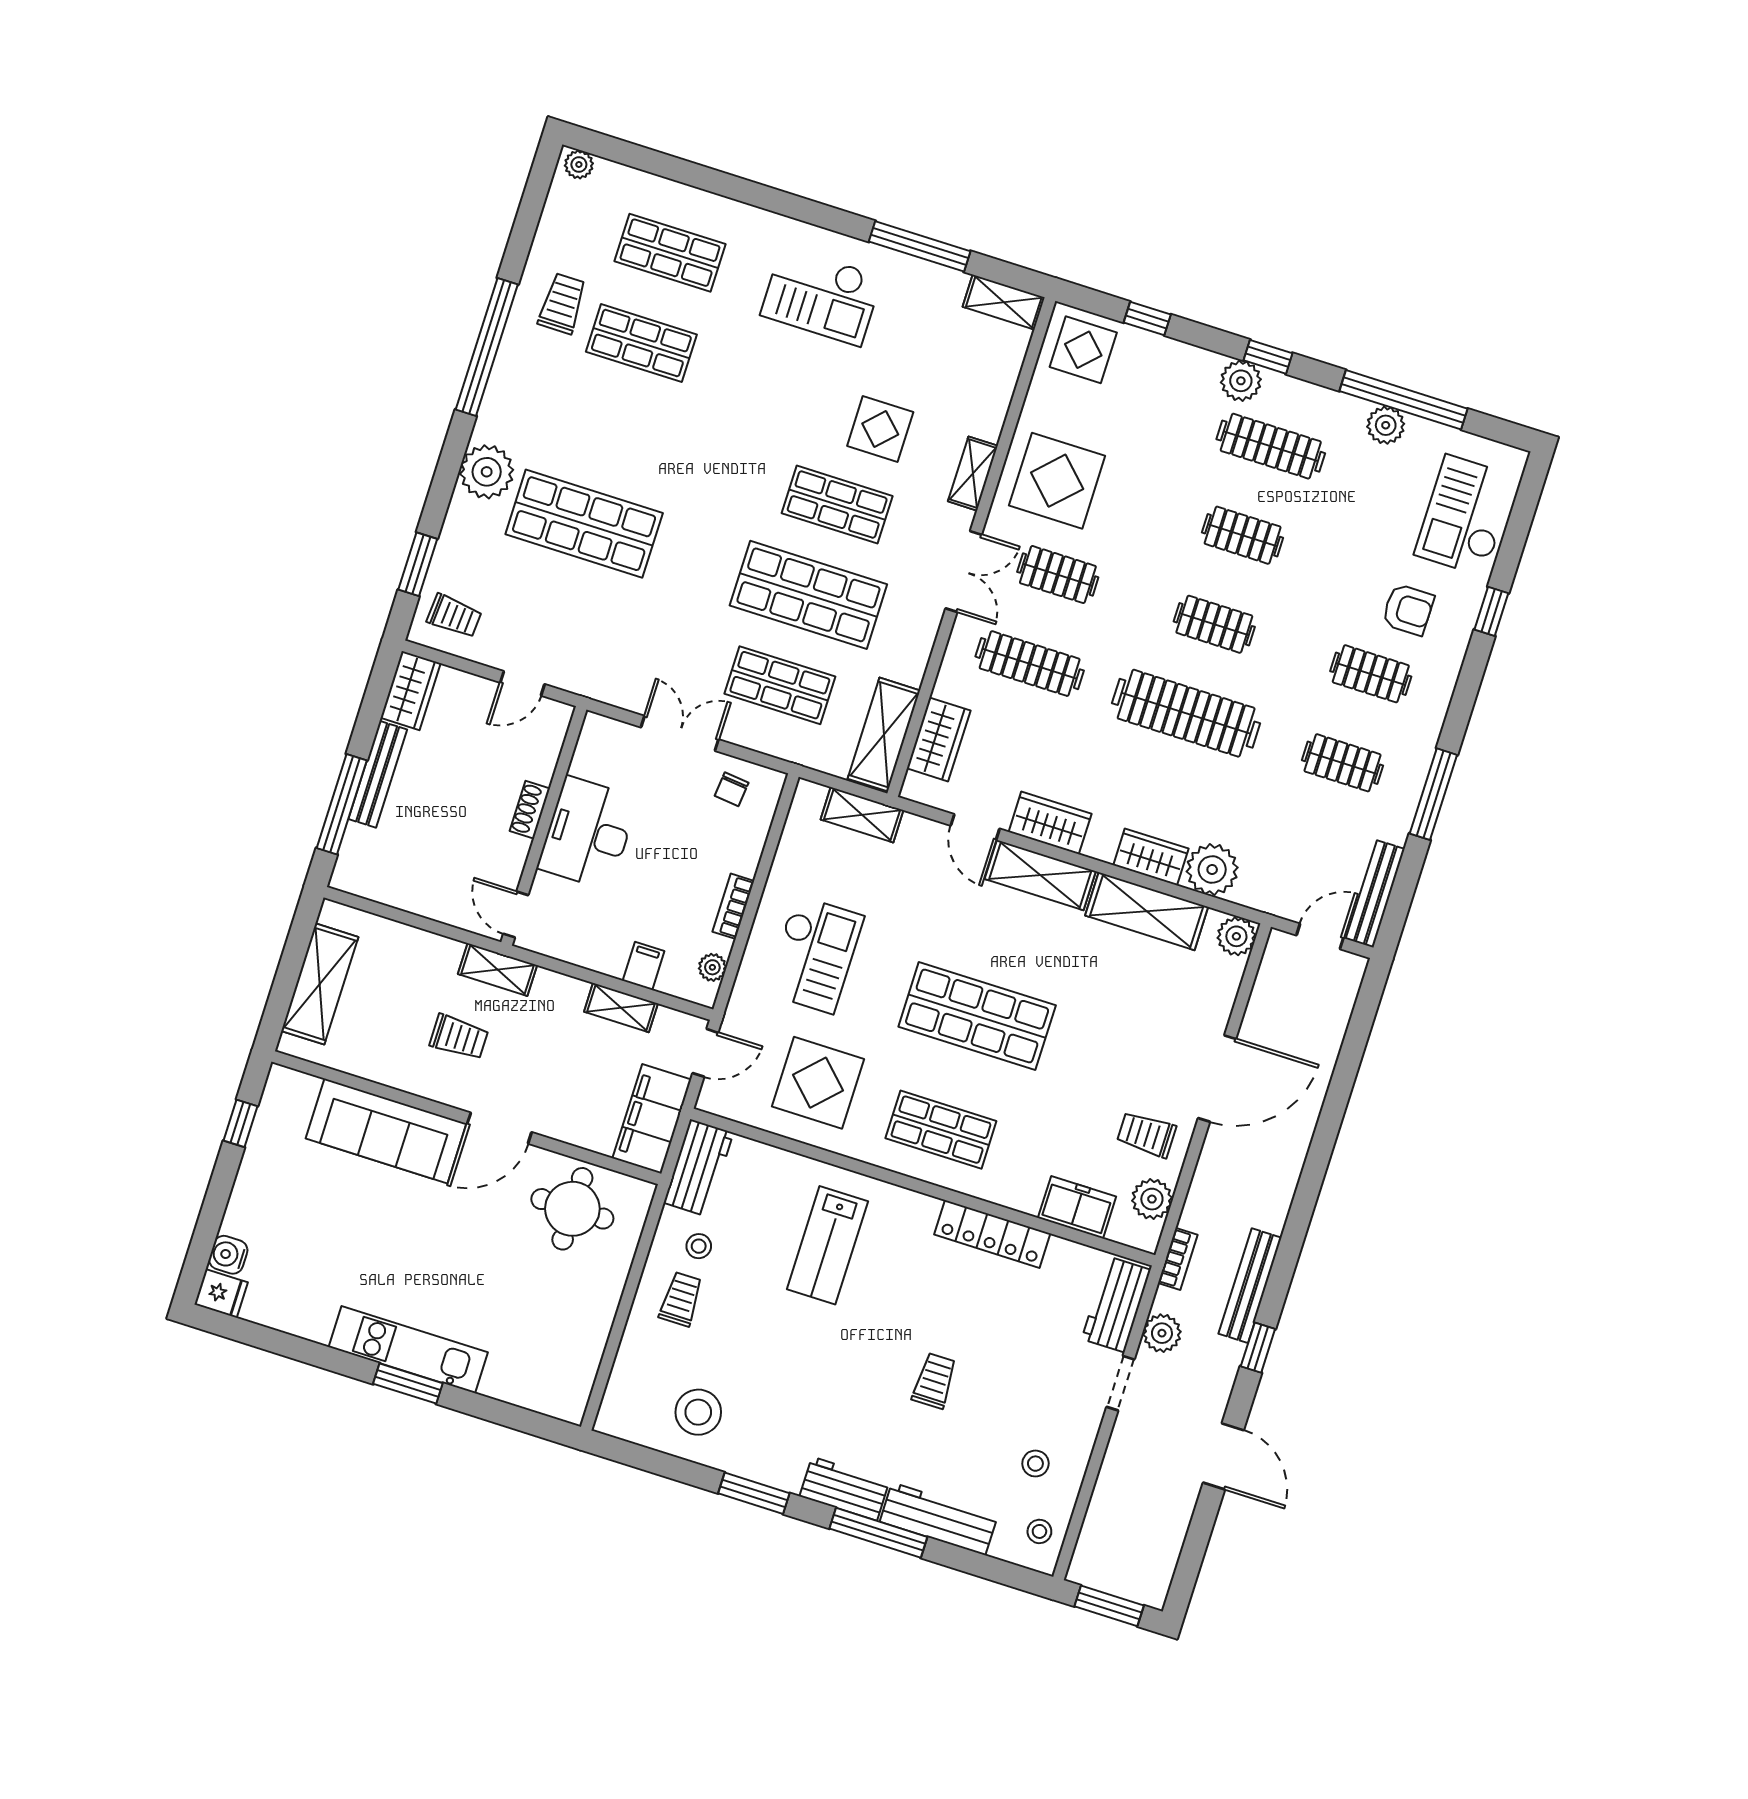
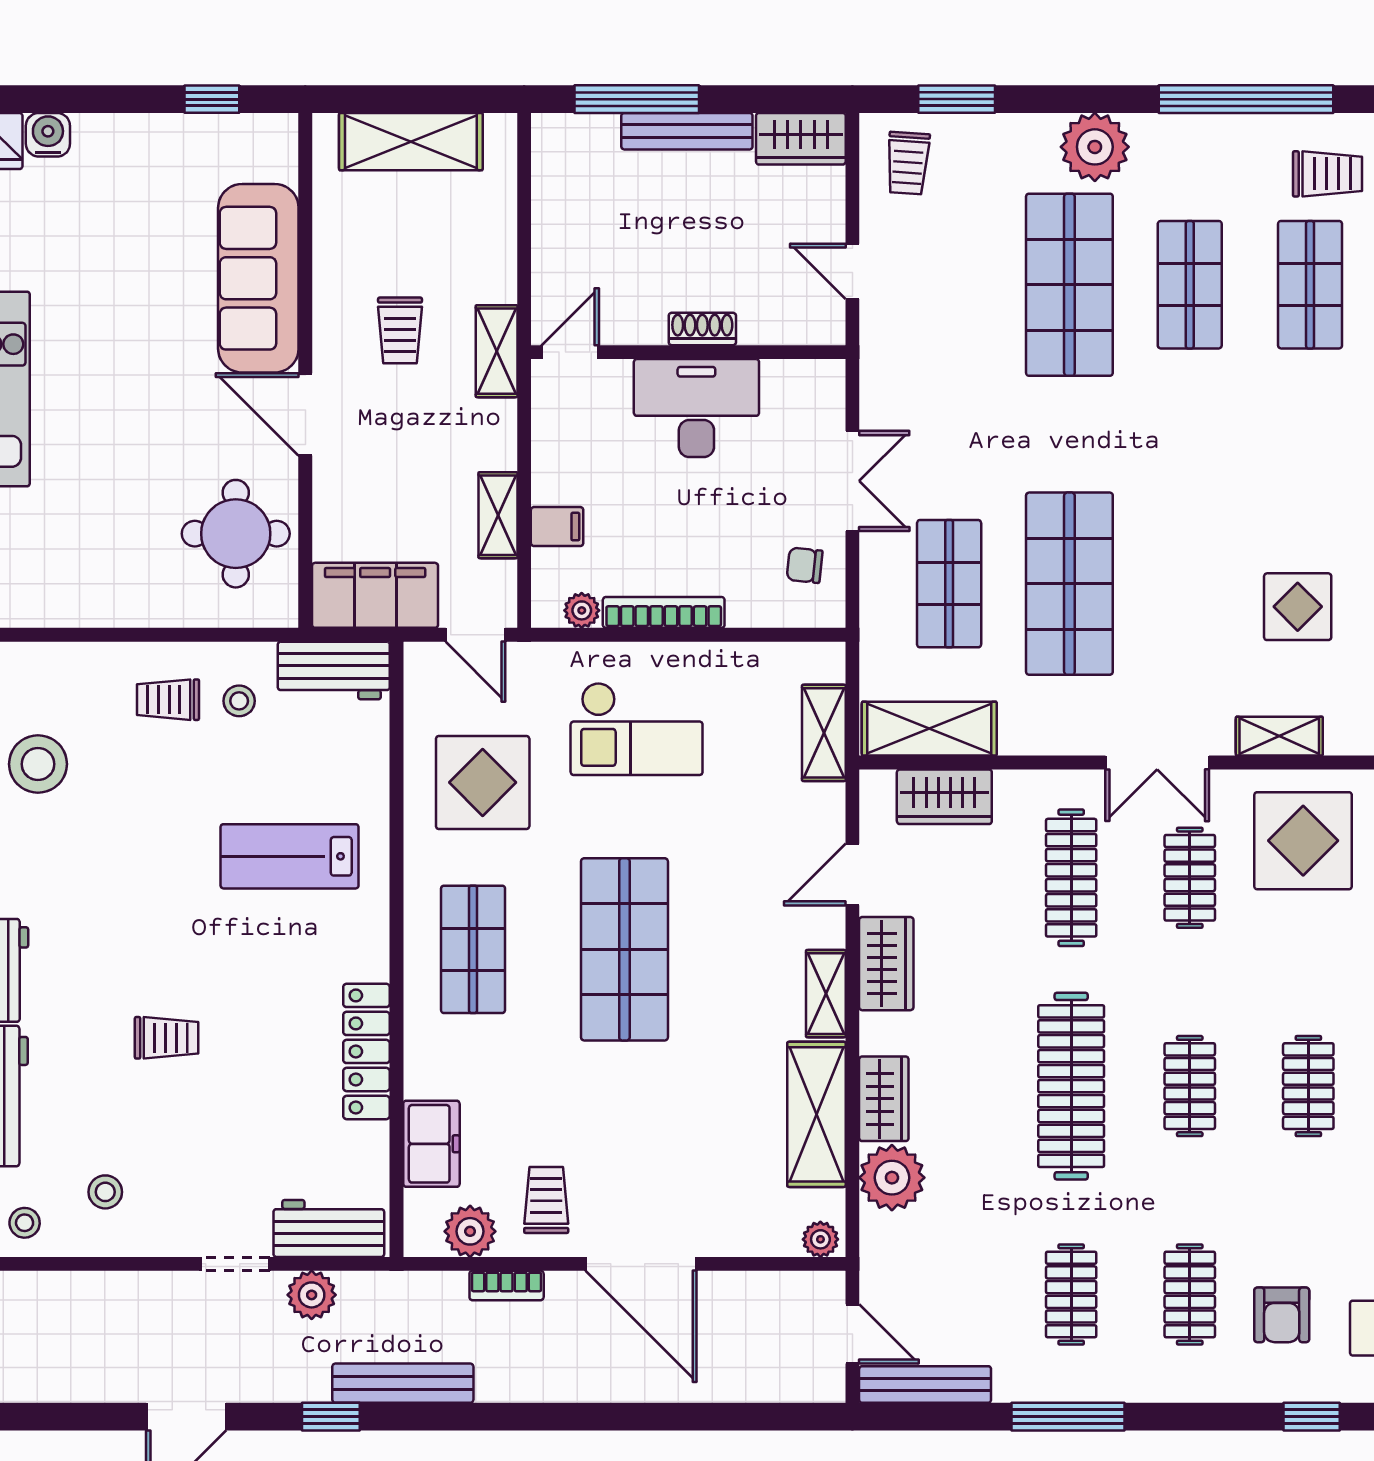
shop shelf: (837, 505) -> (1190, 285), moved
shelving: (1040, 875) -> (826, 994), width x0.67, depth x0.75
bookcase: (733, 906) -> (664, 612), width x1.56
plant: (1236, 936) -> (820, 1239), width x0.73, depth x0.73
bookcase: (1178, 1259) -> (507, 1286), moved
trolley: (681, 1299) -> (168, 700), turned 180

